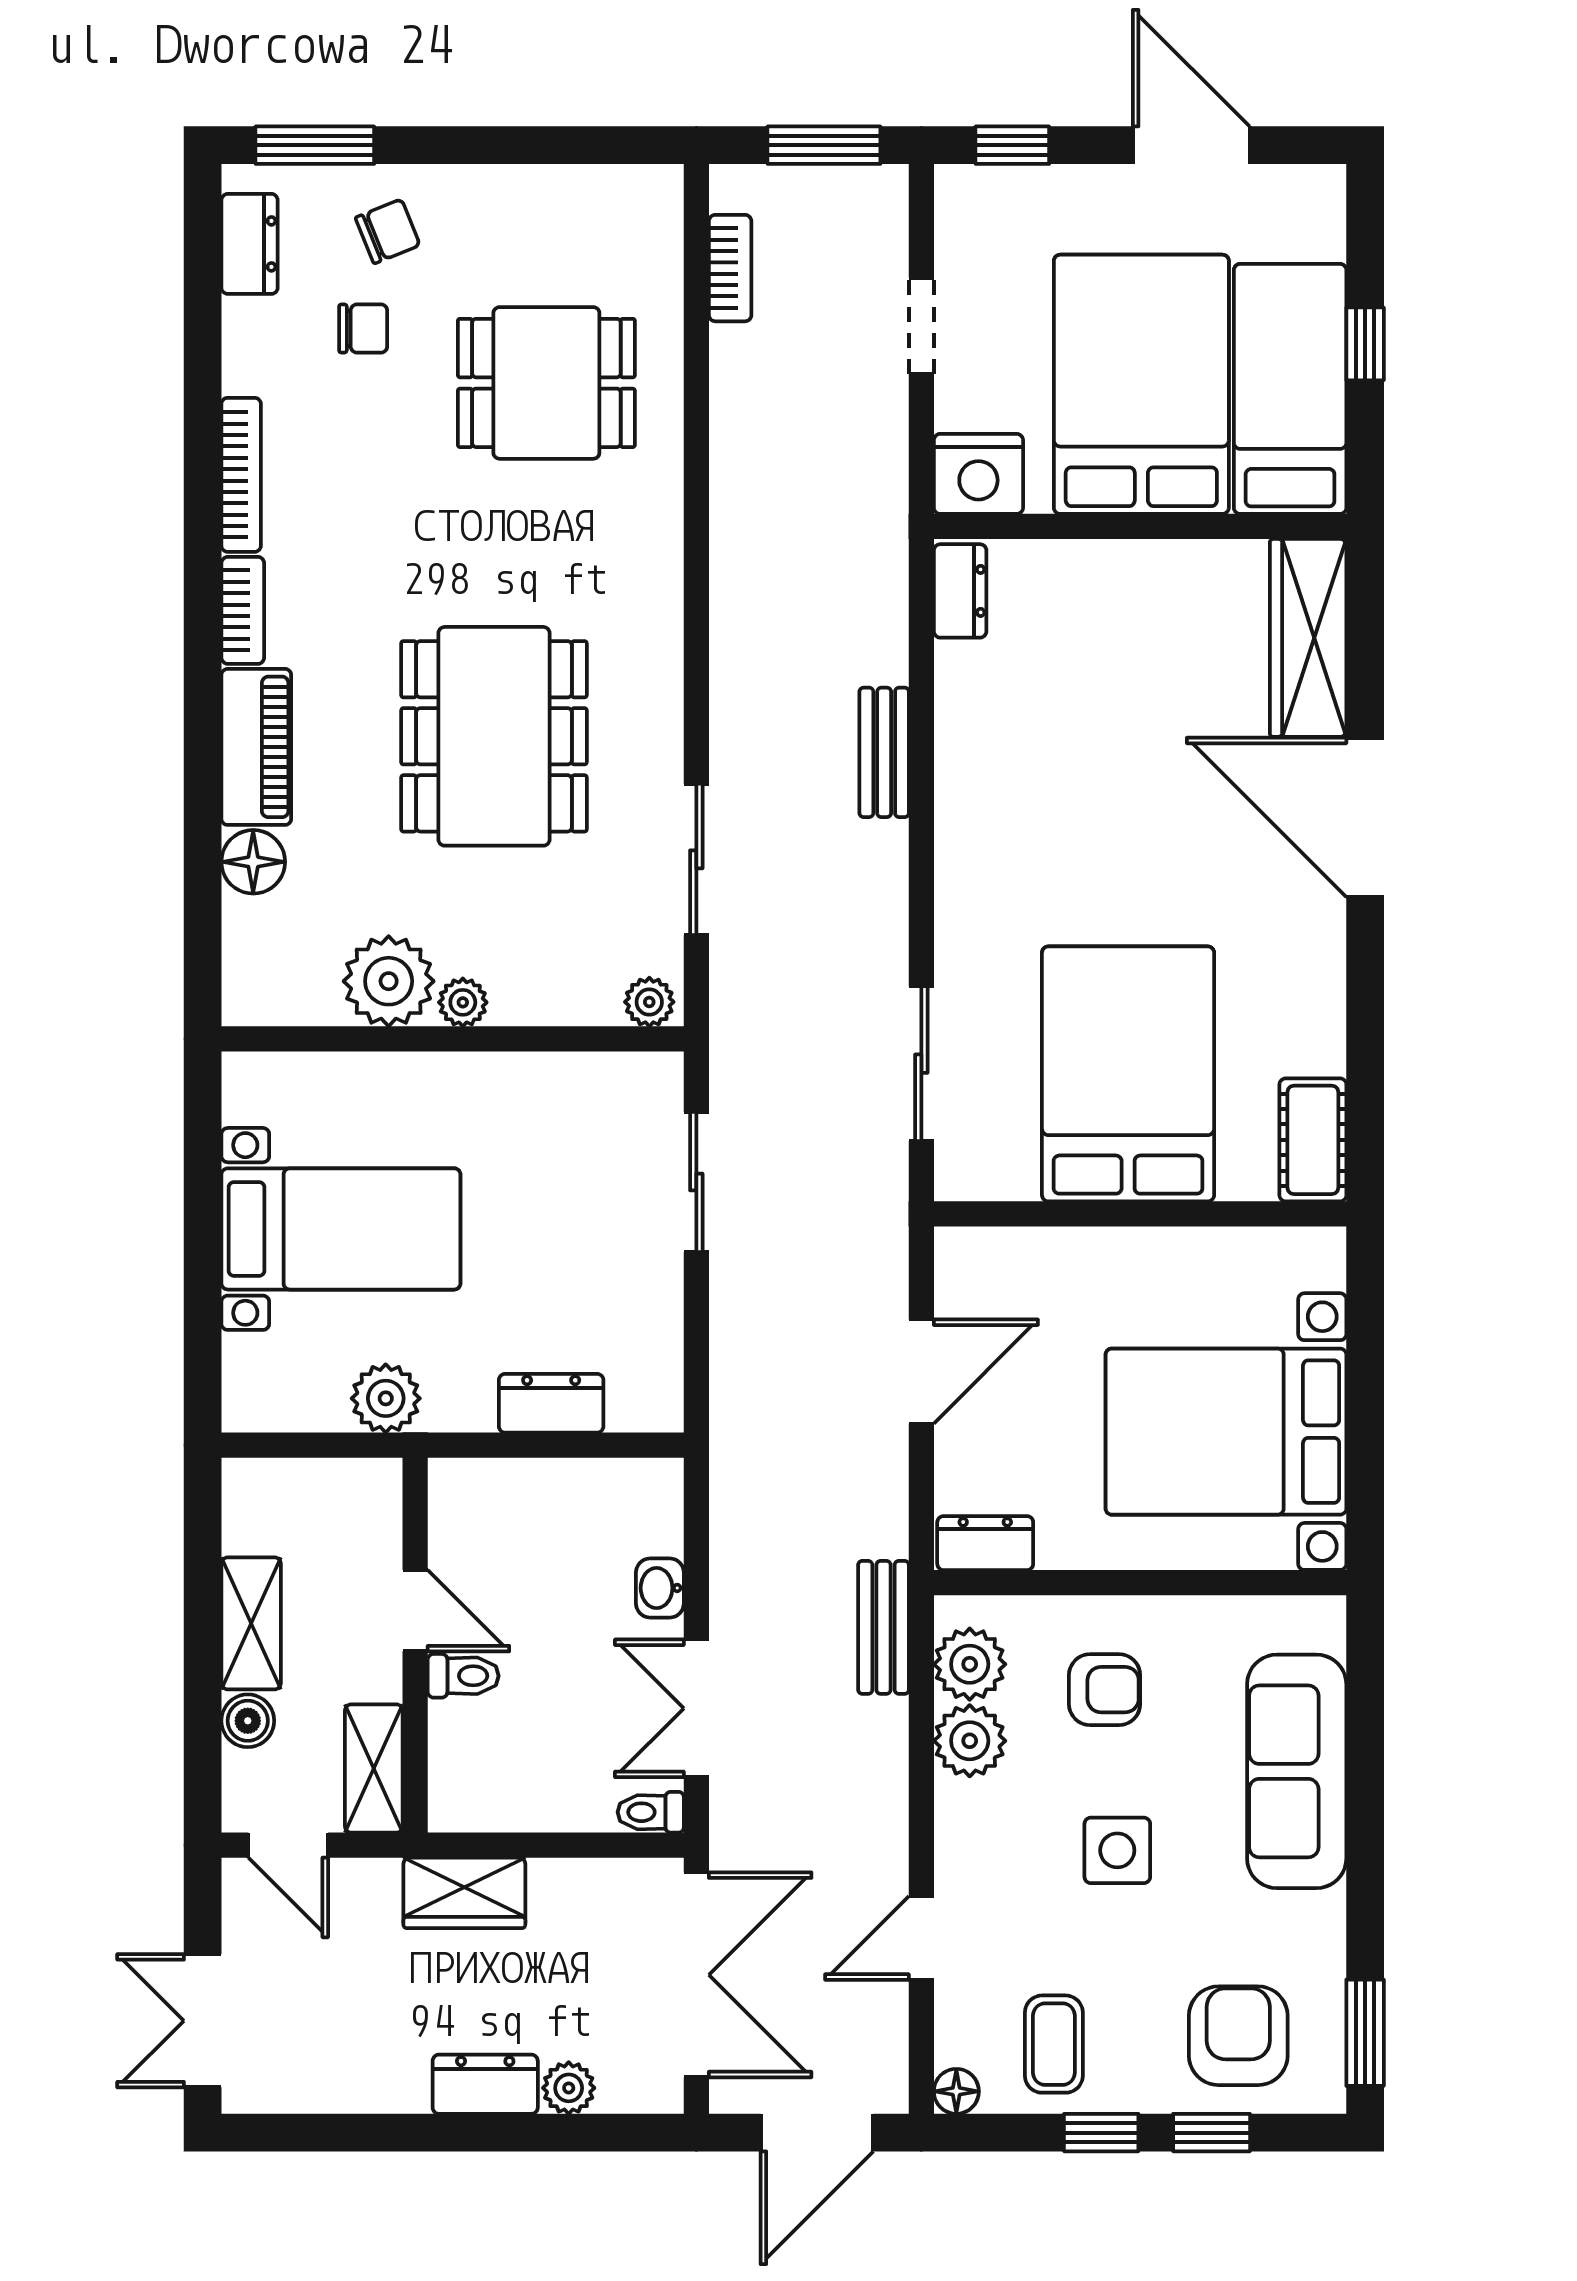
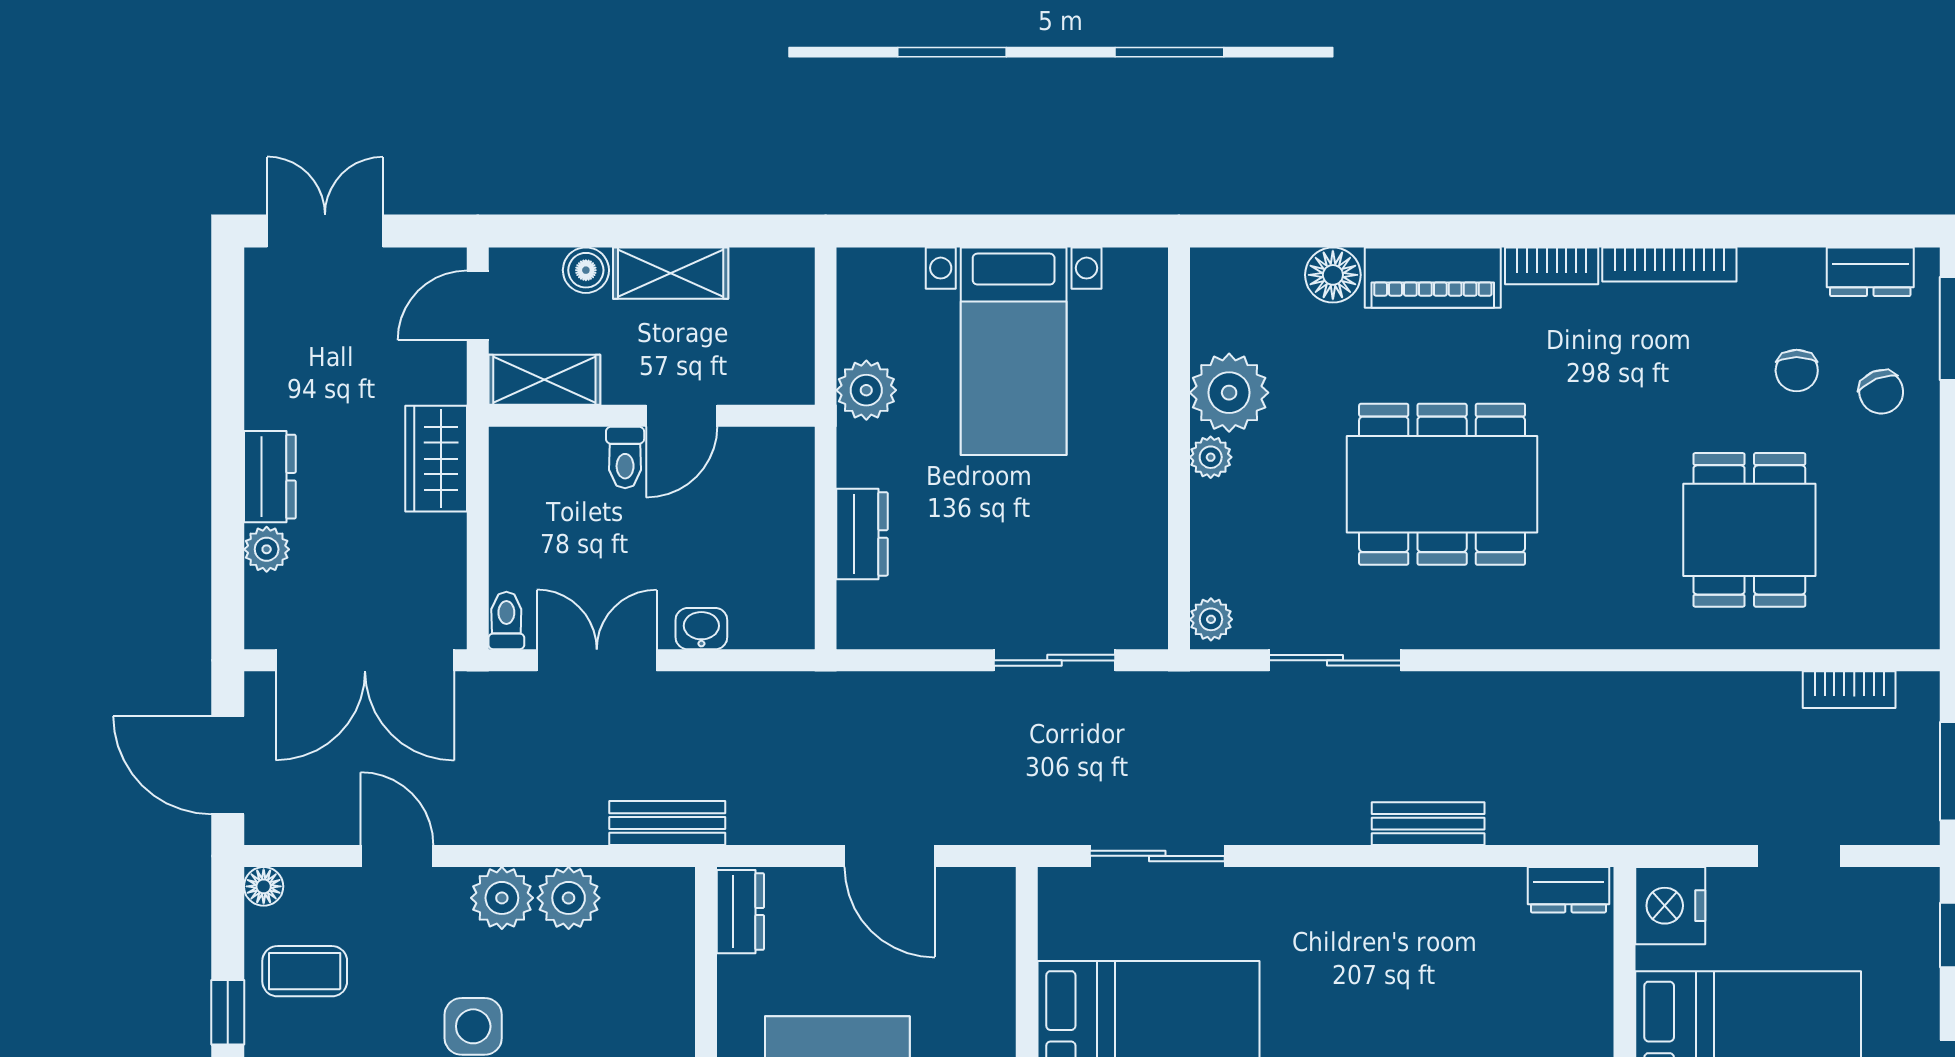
plant: (970, 1664) -> (502, 898), moved
armchair: (1105, 1690) -> (613, 1015), removed

